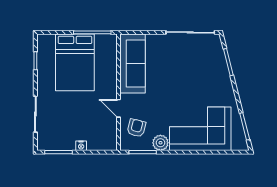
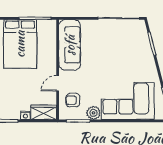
door: (118, 108) -> (58, 83), hinge flipped
armchair: (136, 128) -> (73, 100), turned -104
wardrobe: (102, 142) -> (44, 112), added

